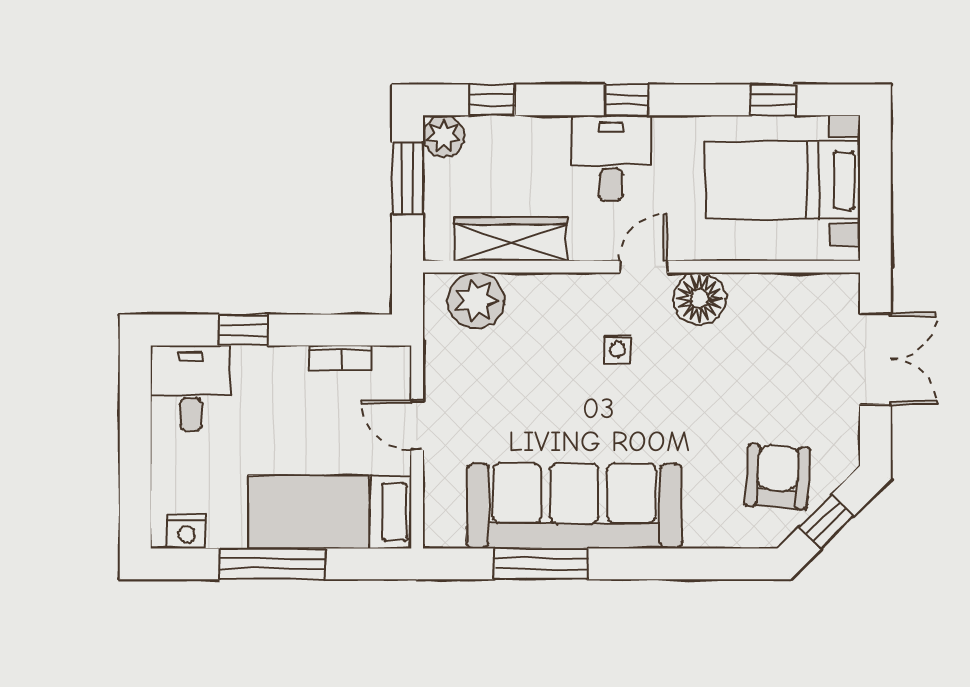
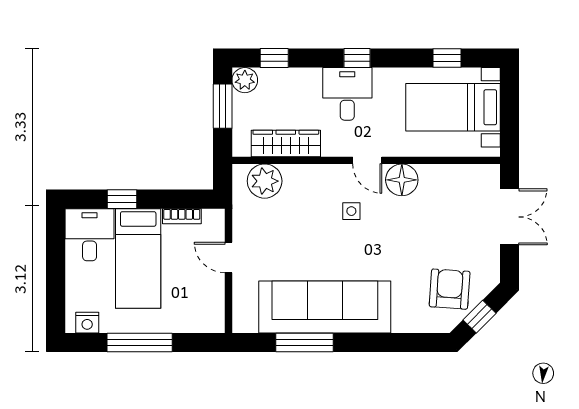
door: (643, 267) -> (367, 160), swing flipped
bed: (330, 512) -> (138, 258), moved, turned -90

